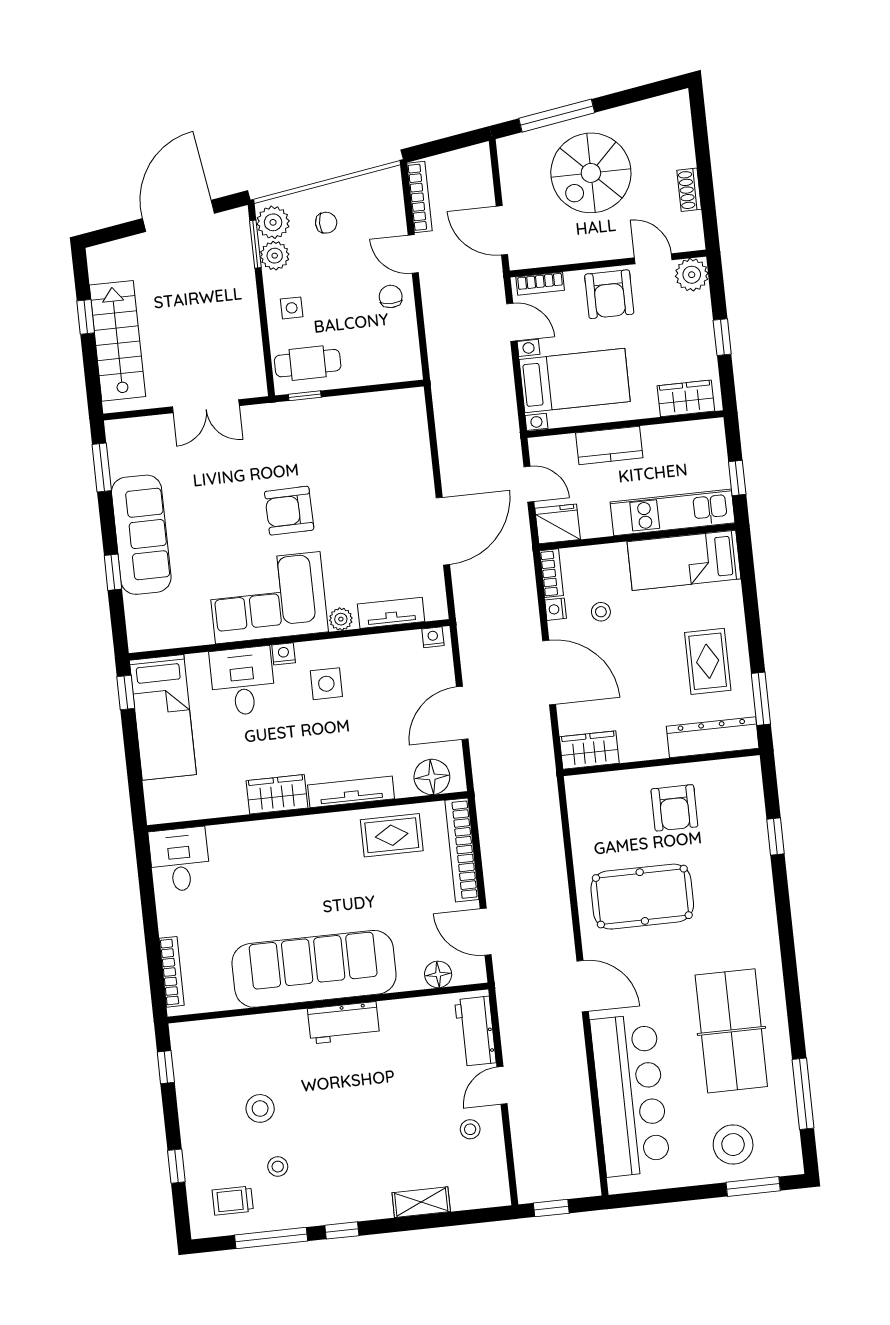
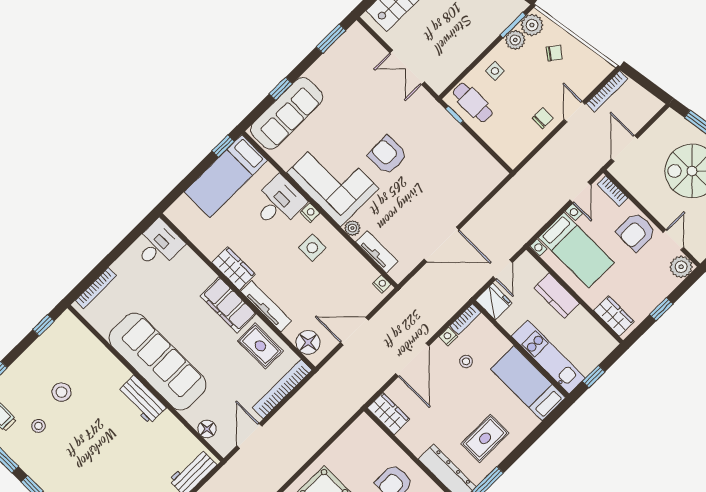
chair: (326, 223) -> (554, 53), turned -53
sofa: (141, 535) -> (287, 113), moved
filing cabinet: (314, 835) -> (228, 305), added

